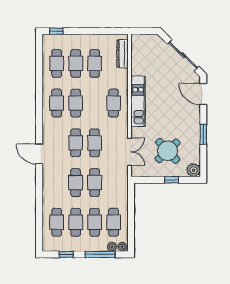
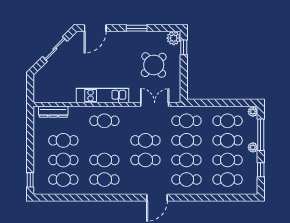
sliding door: (183, 55) -> (55, 49), width x0.73
window: (172, 180) -> (184, 47), moved
cafe table: (57, 183) -> (186, 180), added
cafe table: (114, 183) -> (186, 121), added
plant: (112, 247) -> (253, 147), moved

